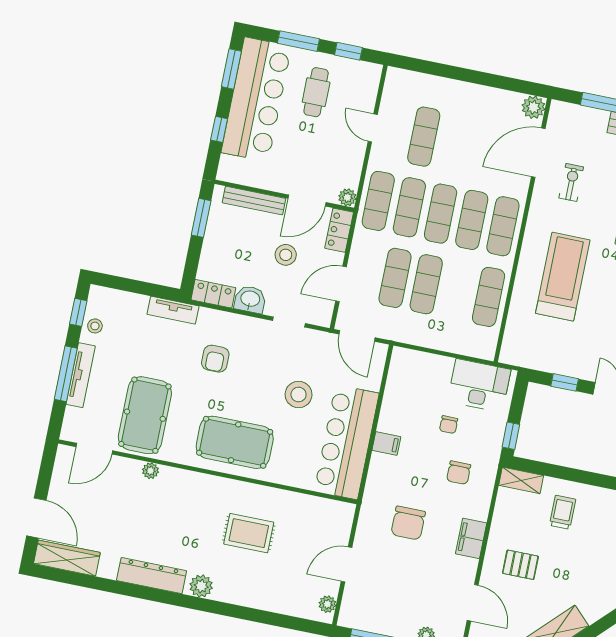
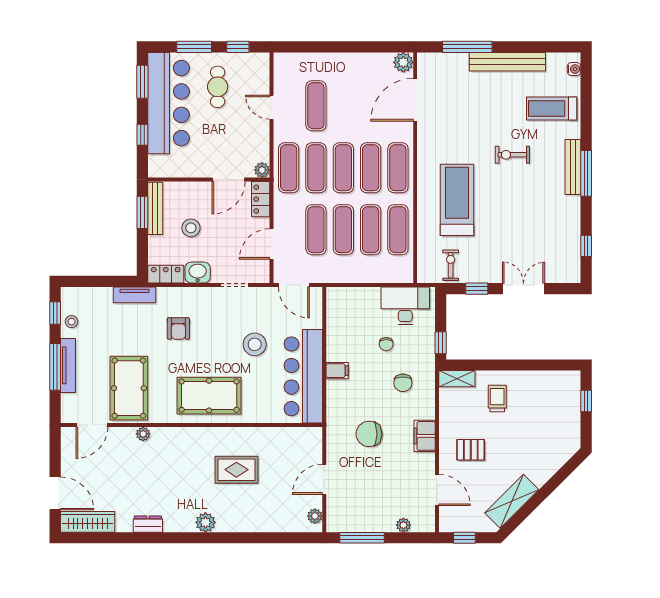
exercise bike: (571, 182) -> (451, 265), moved
bench: (254, 201) -> (155, 208), moved, turned 90
stool: (286, 255) -> (191, 228), moved
exercise mat: (457, 291) -> (371, 230), added
chair: (408, 523) -> (369, 434), turned 90
dresser: (152, 576) -> (148, 524), width x0.51, depth x0.80

